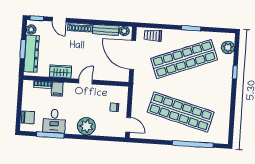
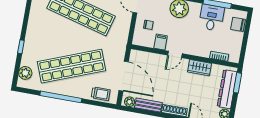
window: (191, 28) -> (61, 97), width x2.11
window: (23, 49) -> (237, 83), moved
filing cabinet: (57, 89) -> (161, 42), moved

